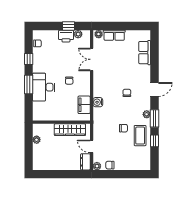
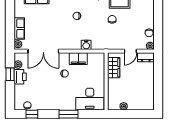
window: (29, 59) -> (32, 114), moved
double door: (92, 59) -> (43, 51), width x1.37
desk: (44, 87) -> (90, 99), moved
filing cabinet: (84, 105) -> (78, 59), moved
wardrobe: (70, 130) -> (114, 68), width x0.67

